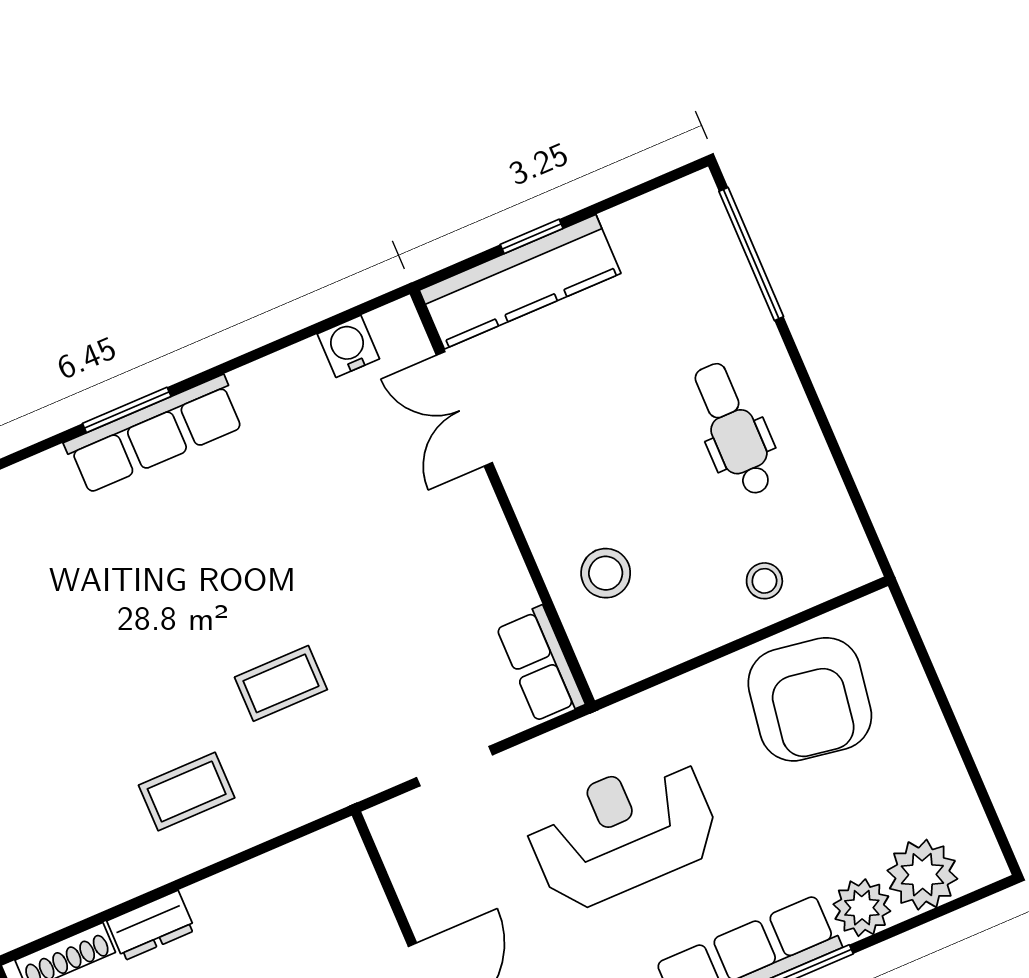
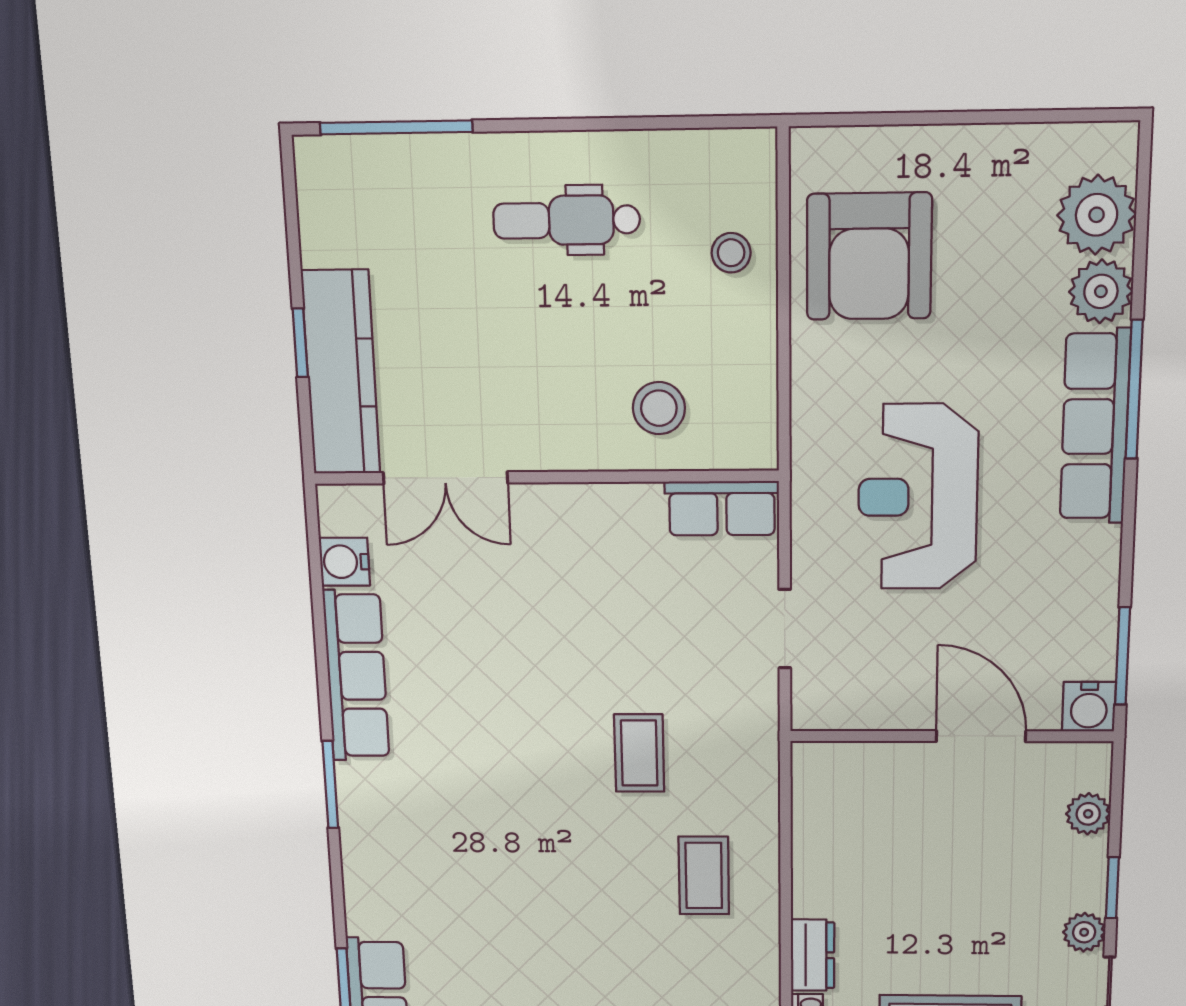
row of seats: (155, 434) -> (356, 676), moved
armchair: (810, 699) -> (869, 256), turned 81

